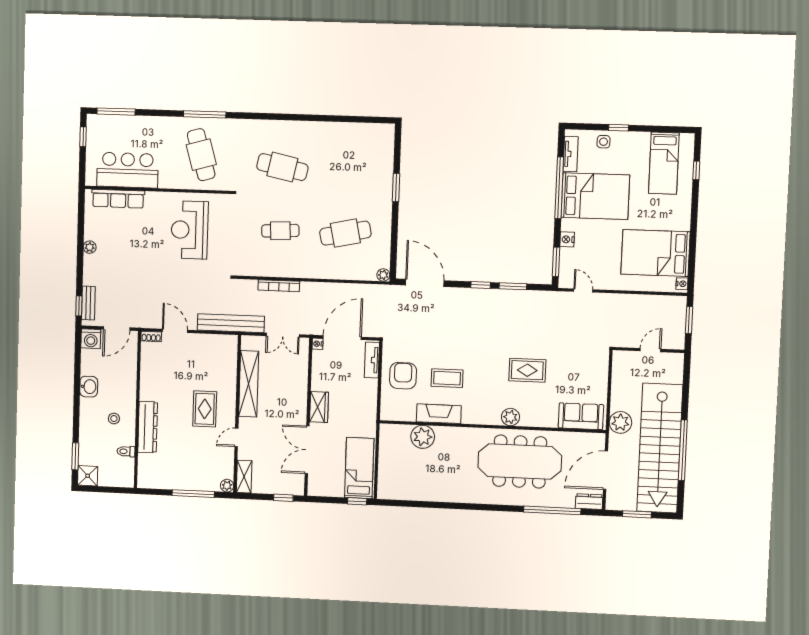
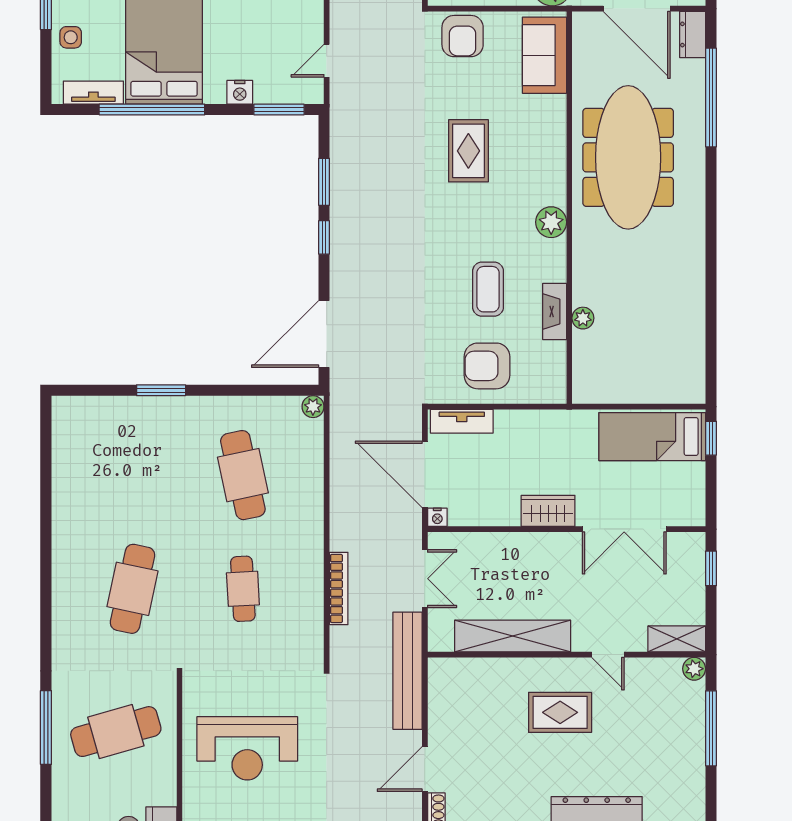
armchair: (594, 370) -> (463, 36), added
fireplace: (439, 414) -> (555, 311), width x0.73, depth x0.76
plant: (510, 417) -> (551, 222), moved
plant: (423, 437) -> (583, 318), width x0.53, depth x0.53

